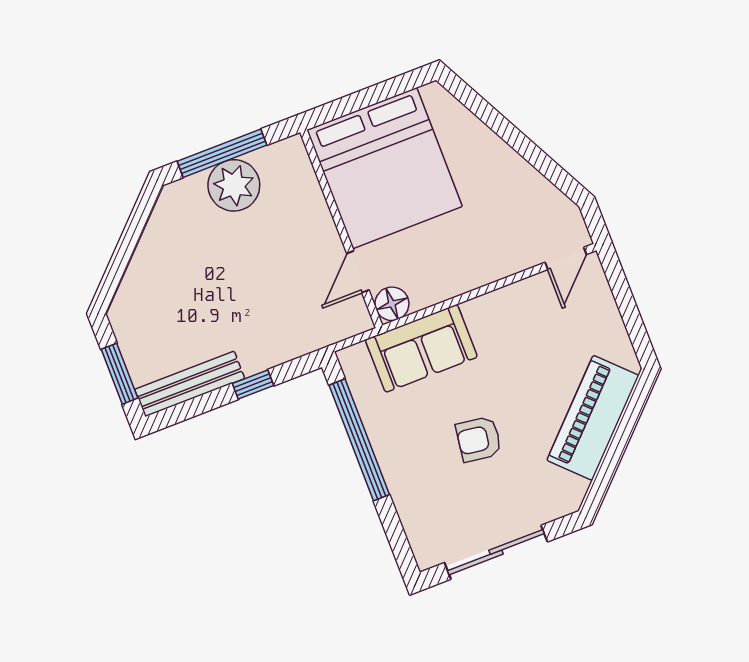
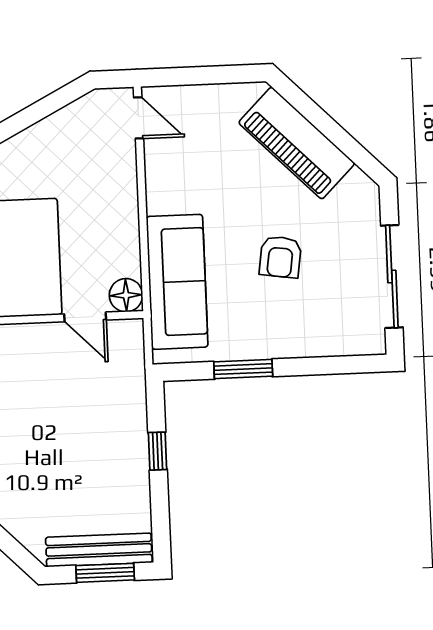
sofa: (421, 348) -> (177, 282), width x1.36
bench: (190, 384) -> (99, 550), moved, turned 90
window: (359, 440) -> (243, 369), width x0.47

